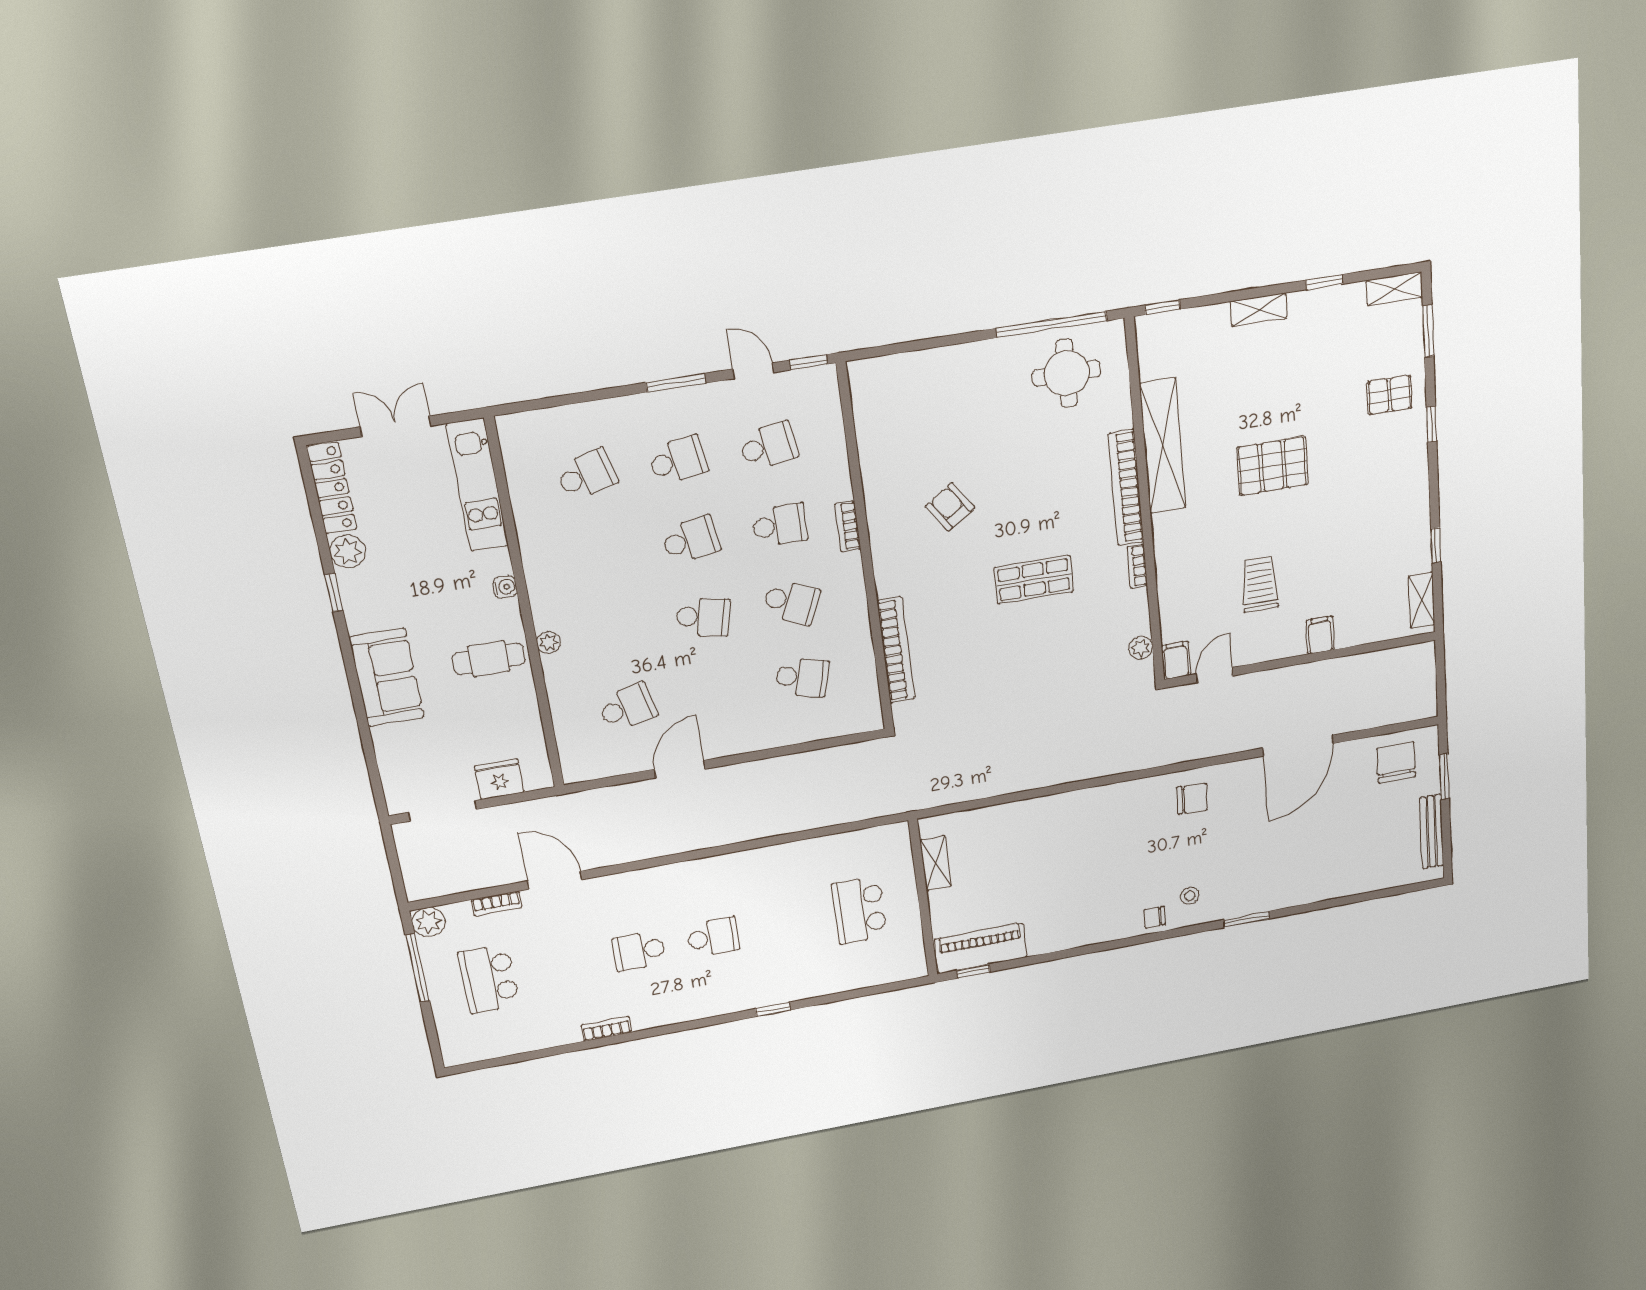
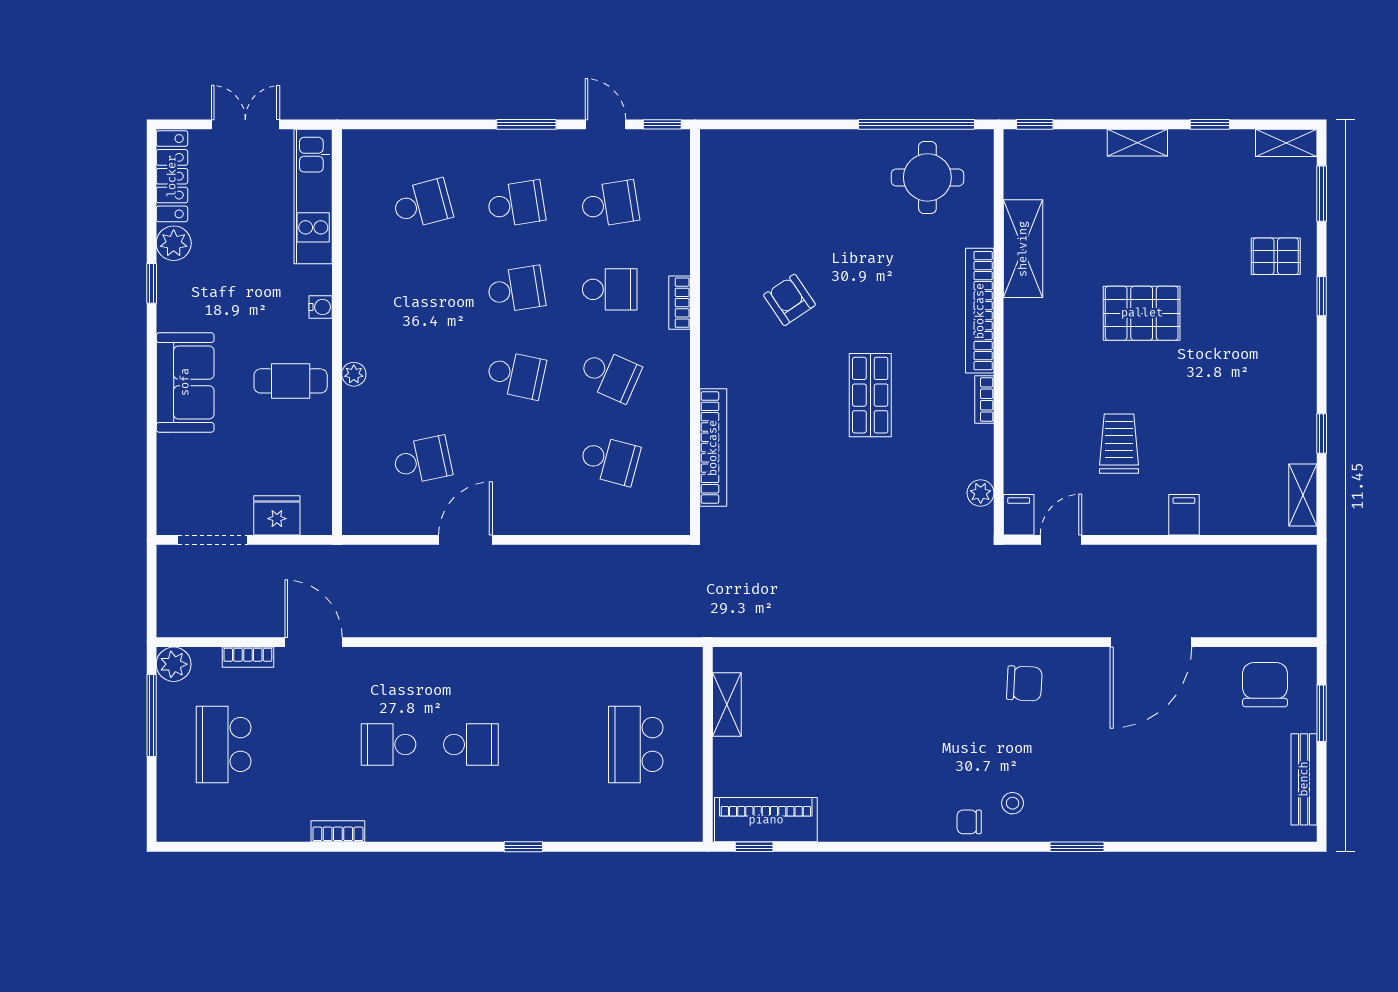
shelving: (1163, 446) -> (1023, 249), width x0.68
shop shelf: (1034, 580) -> (870, 395), turned 90

